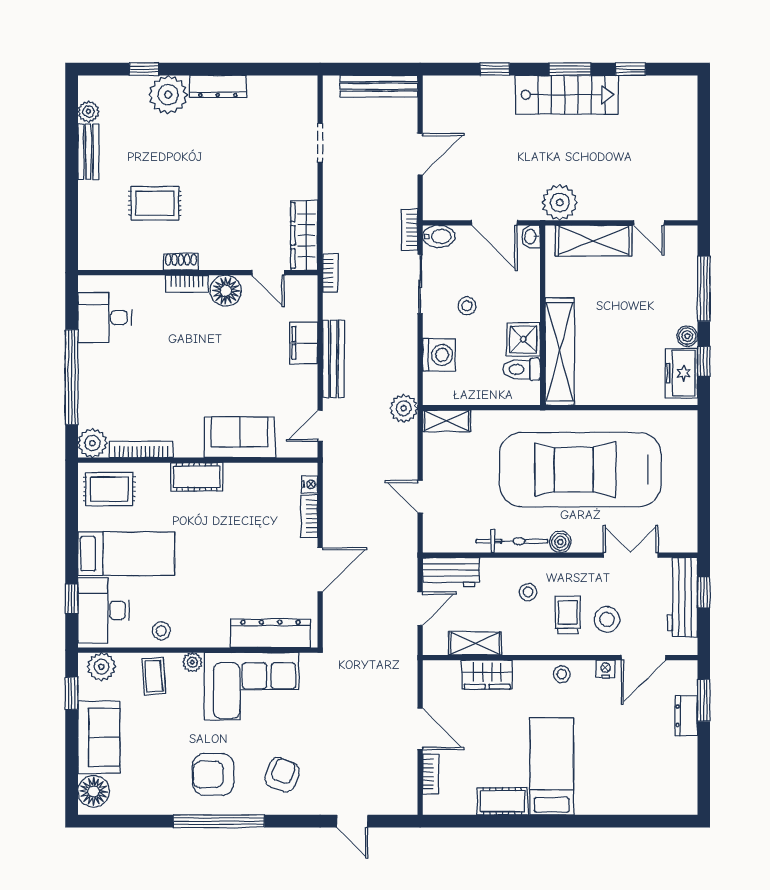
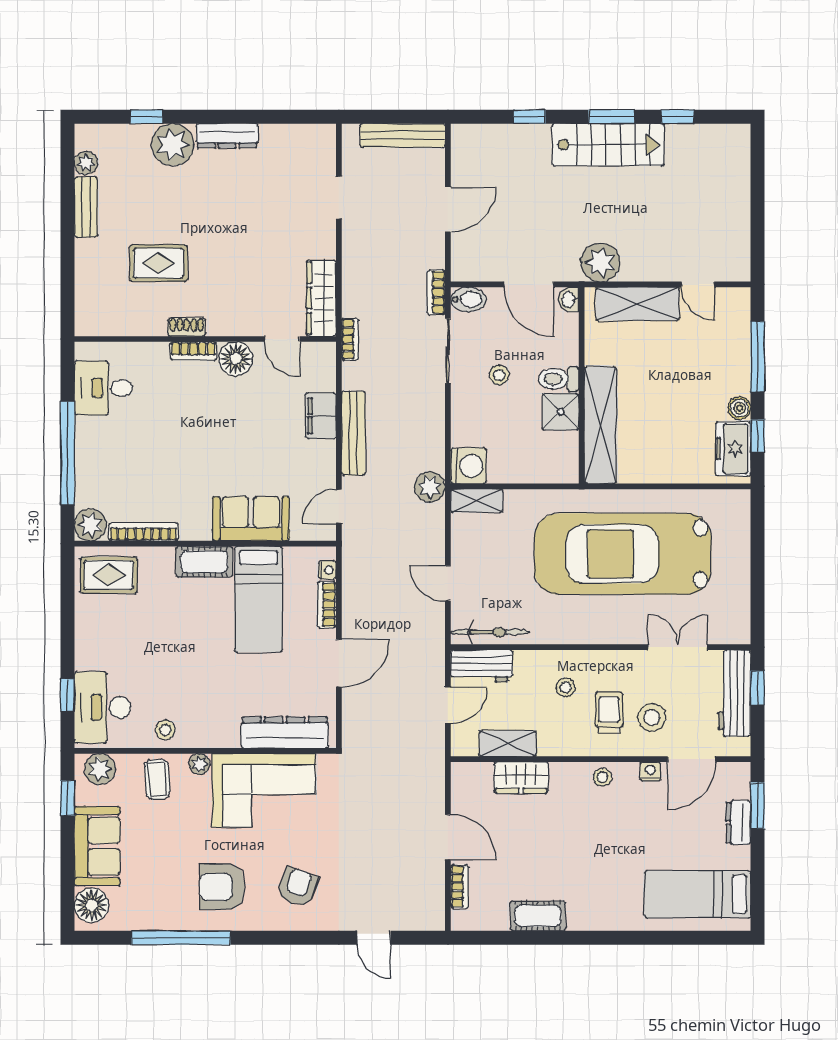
washing machine: (439, 355) -> (468, 466), moved
toilet: (522, 369) -> (559, 379), moved
bicycle: (512, 541) -> (490, 632), moved
boiler: (560, 542) -> (601, 633), removed
bed: (126, 554) -> (259, 599), moved, turned 90
bed: (552, 766) -> (698, 894), moved, turned -90
window: (219, 821) -> (181, 938), moved

